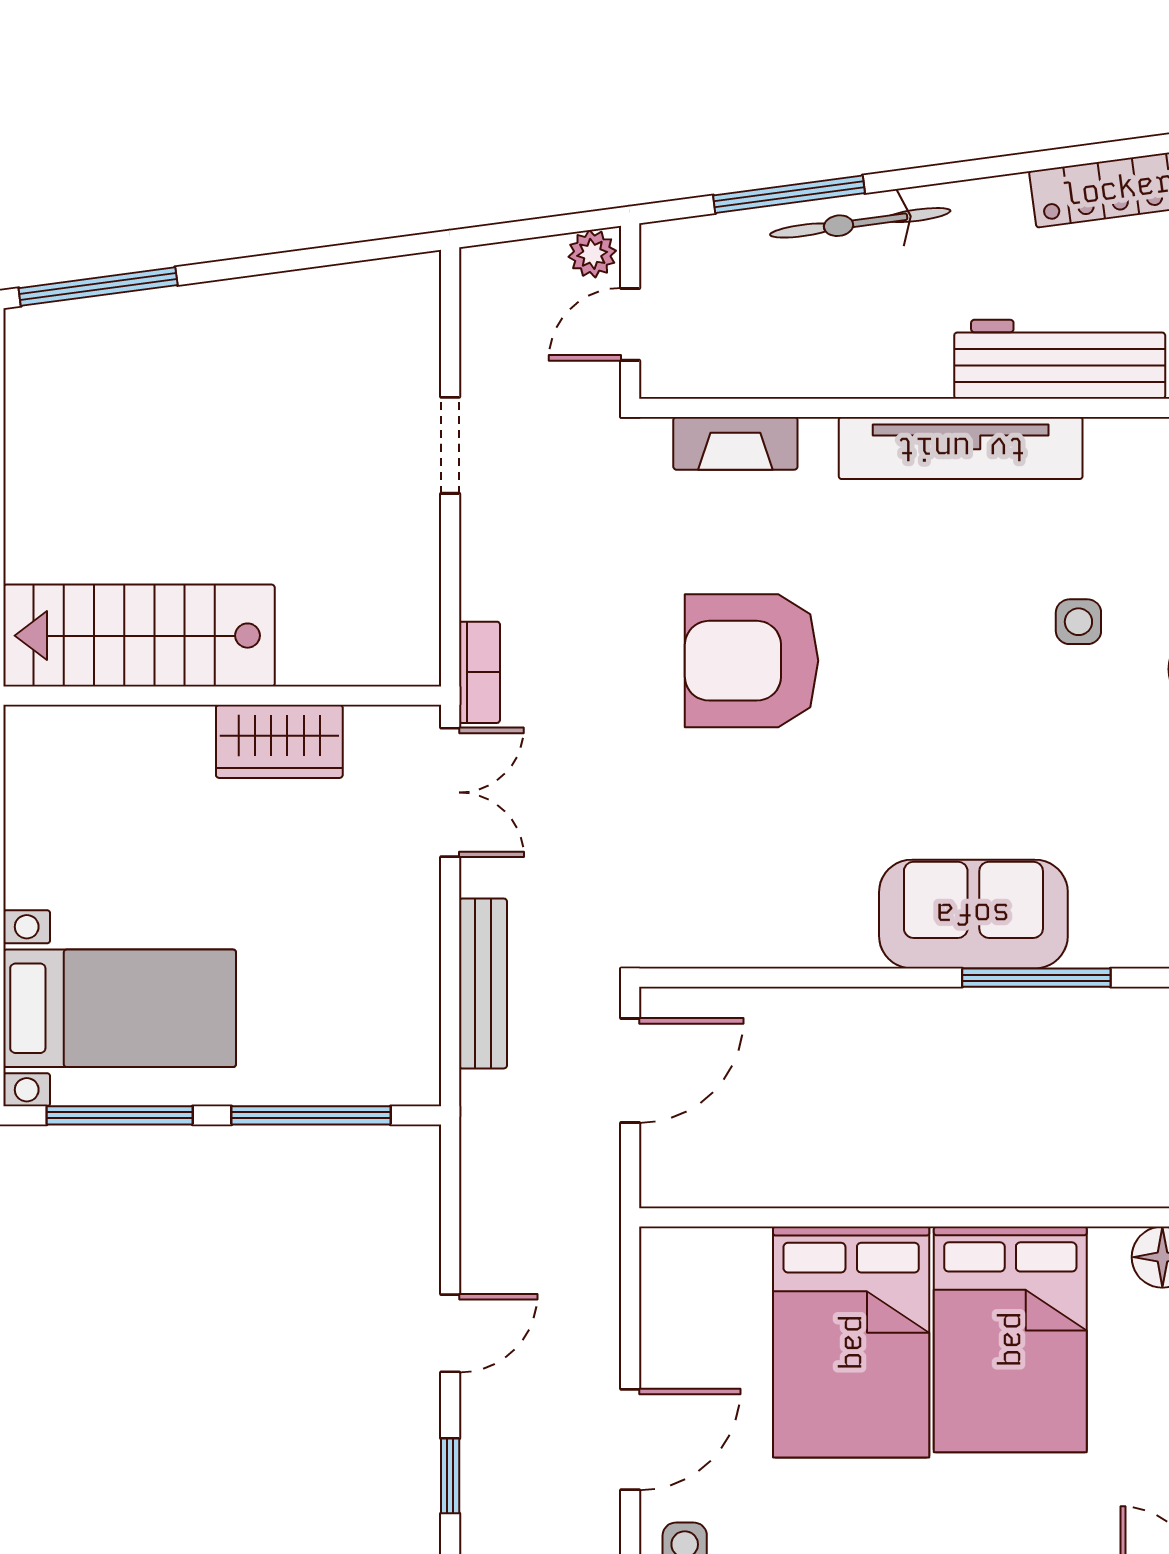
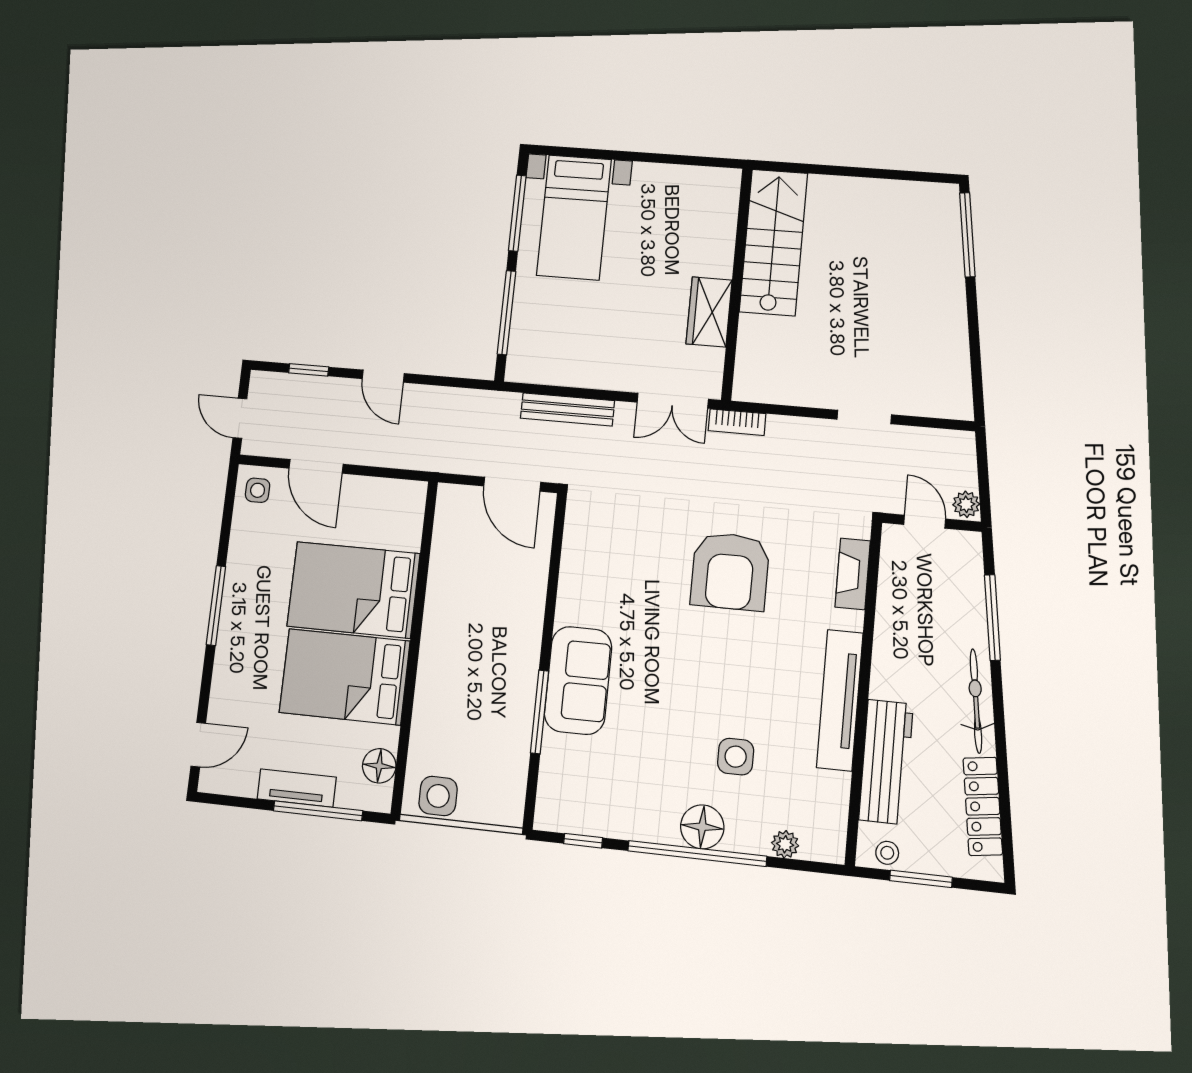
bicycle: (860, 223) -> (976, 701), moved
side table: (1078, 622) -> (736, 757), width x1.37, depth x1.37
armchair: (752, 661) -> (730, 571), turned 180

